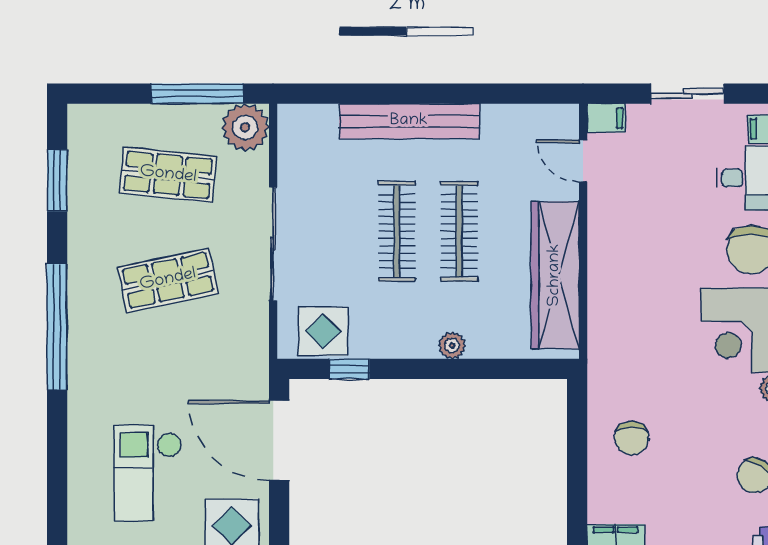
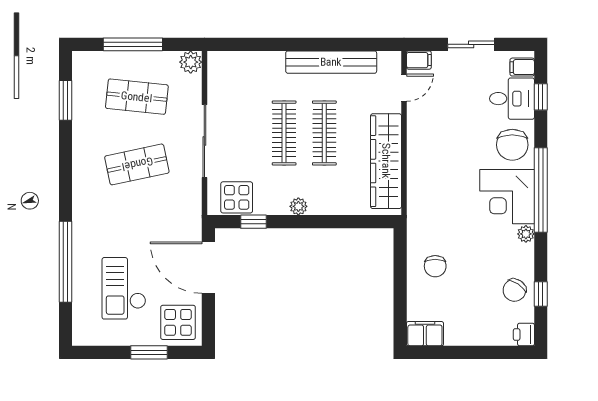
window: (197, 94) -> (133, 44), moved
bench: (409, 121) -> (331, 62), moved
plant: (245, 127) -> (191, 62), width x0.73, depth x0.73
door: (583, 161) -> (404, 88), swing flipped
window: (57, 327) -> (65, 262), moved
plant: (452, 345) -> (298, 206), moved

